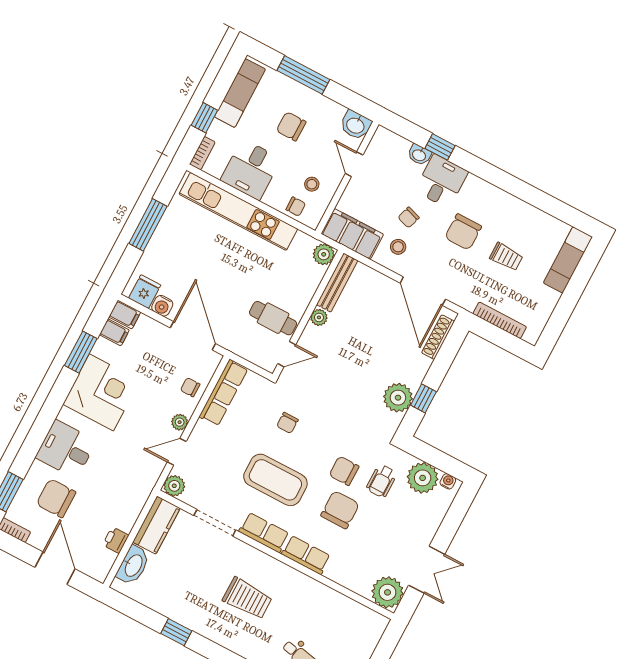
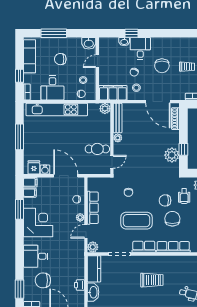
door: (354, 164) -> (97, 61), hinge flipped
row of seats: (223, 393) -> (93, 208), moved
row of seats: (306, 555) -> (173, 247), width x1.48

